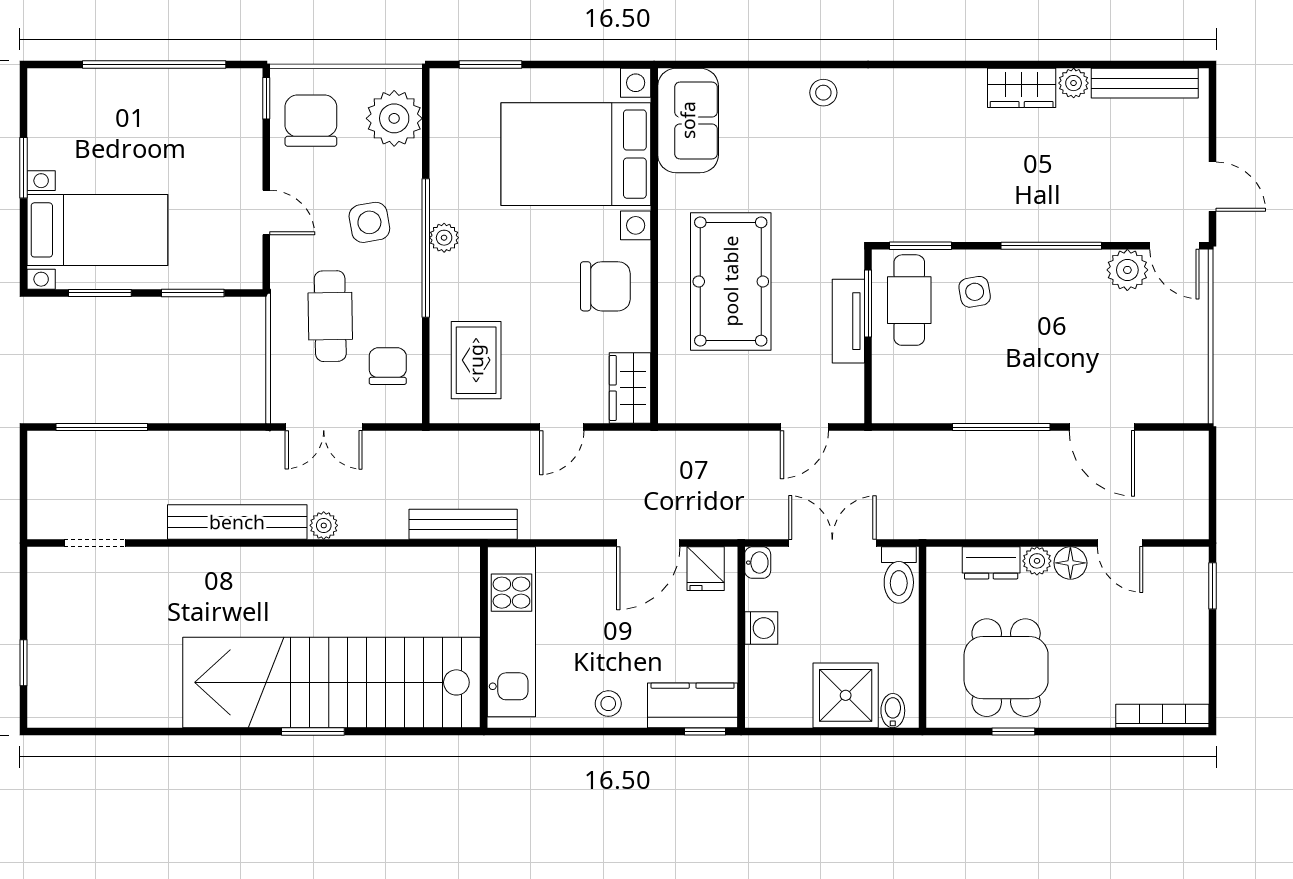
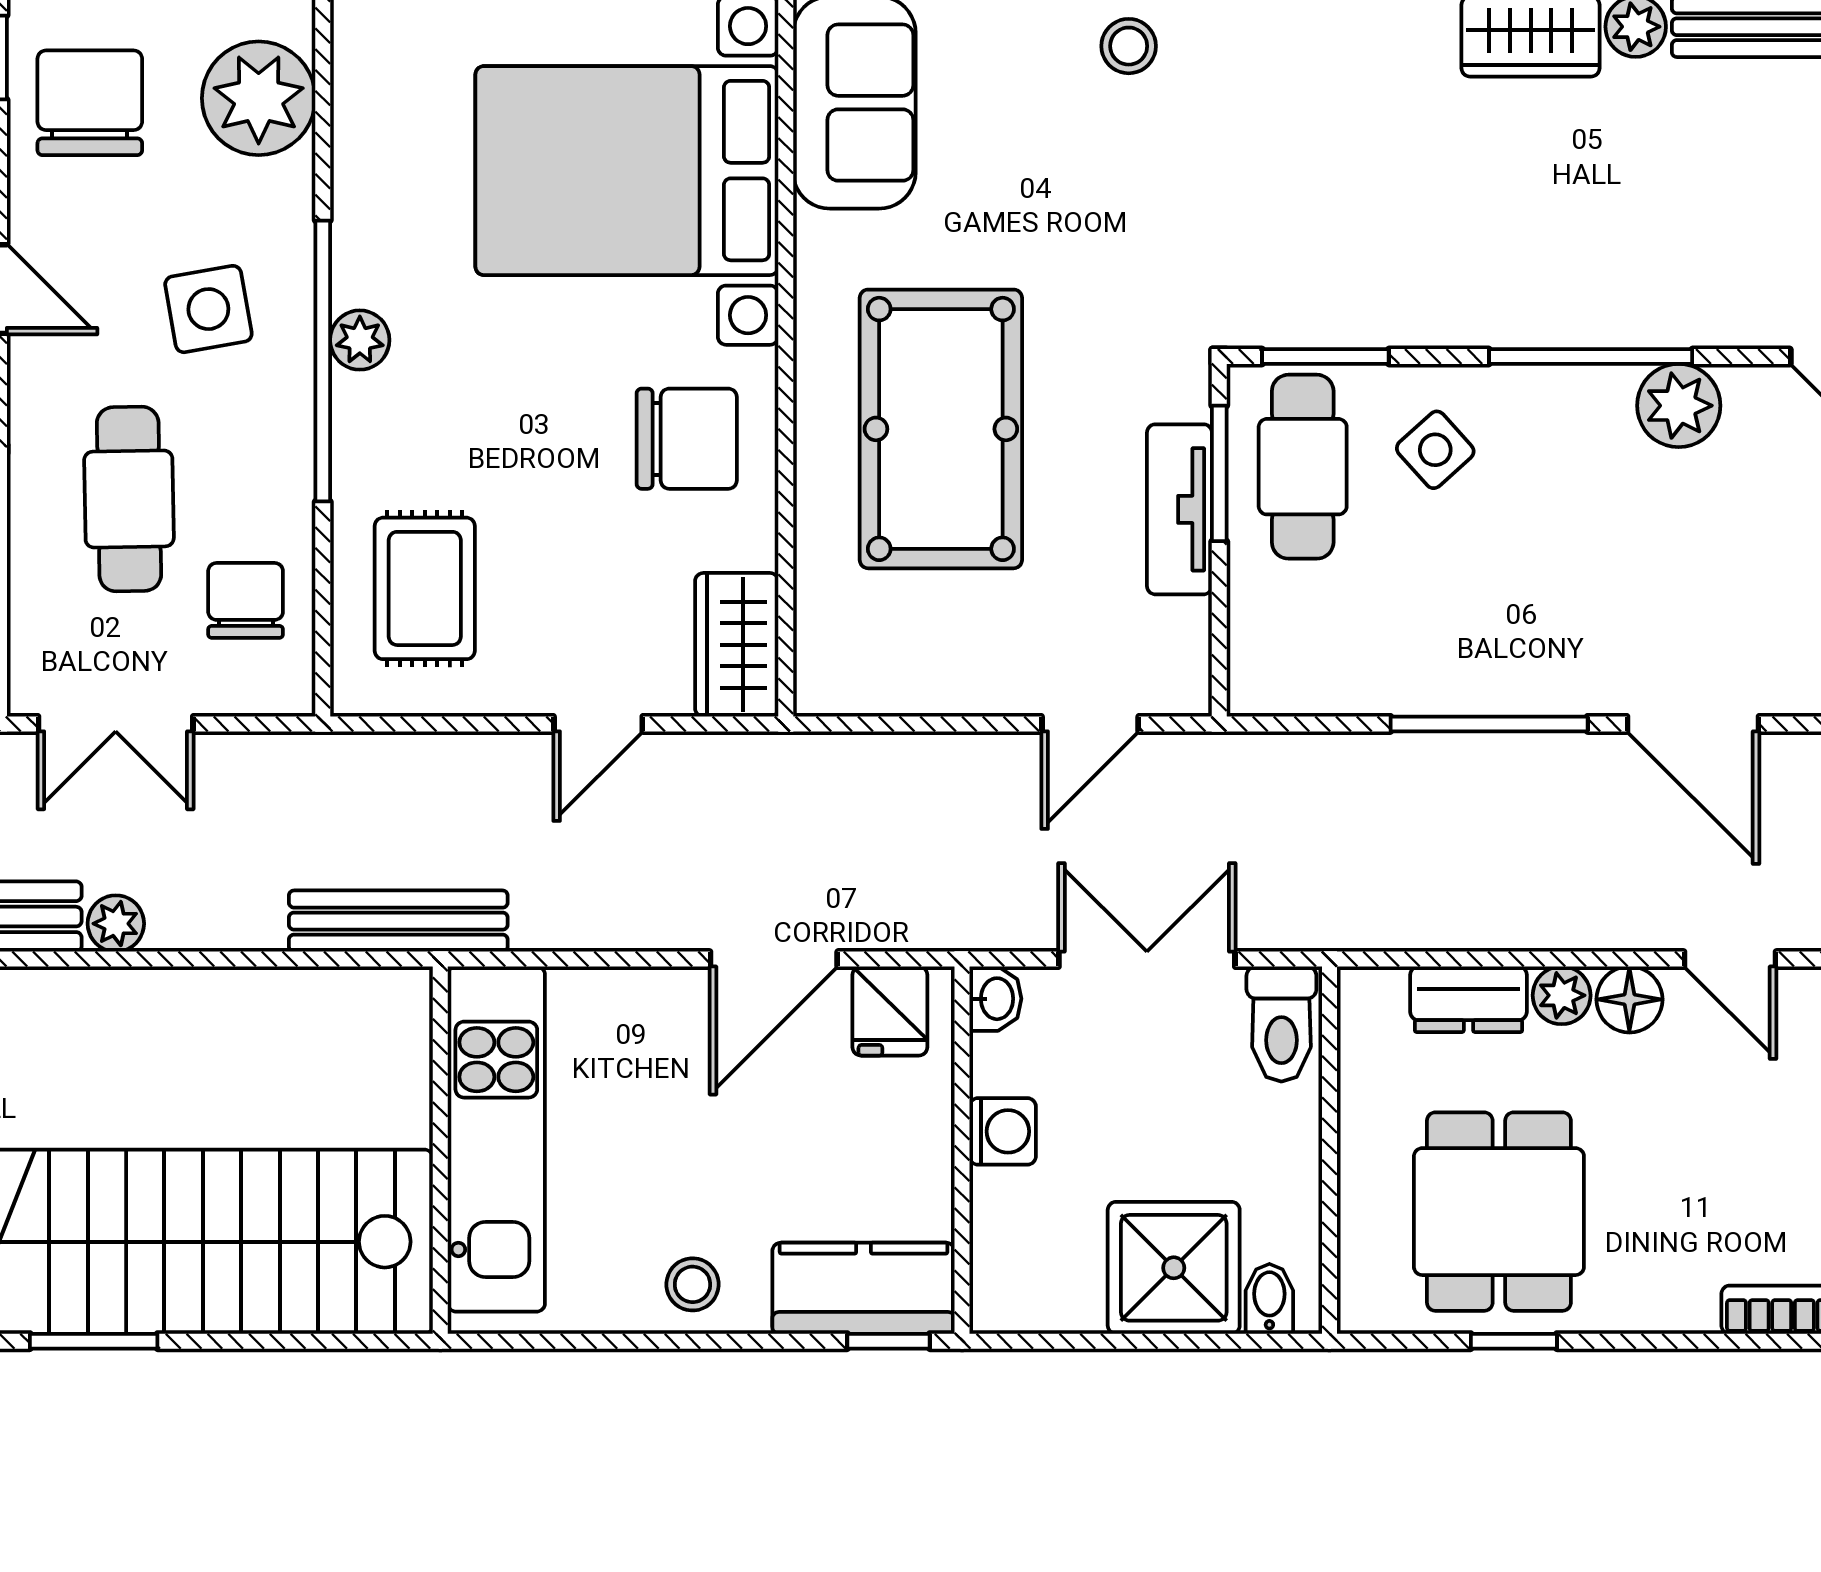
plant: (1127, 270) -> (1679, 406), moved
side table: (975, 292) -> (1435, 450), turned -32

